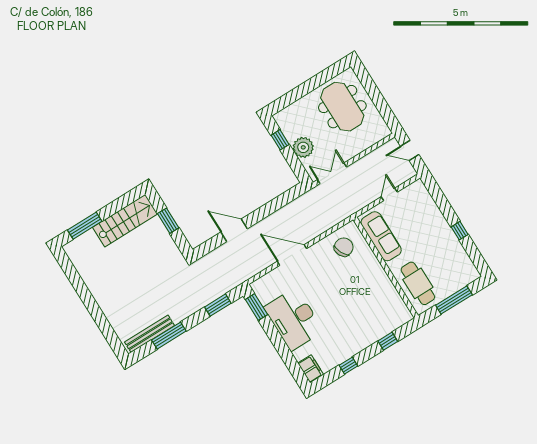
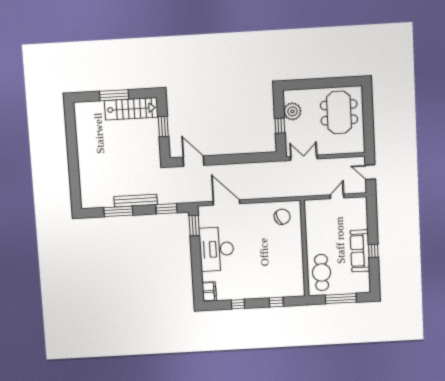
window: (280, 140) -> (280, 126), moved
plant: (303, 147) -> (292, 111), moved
window: (85, 226) -> (114, 95), moved
door: (234, 230) -> (193, 161), moved
sofa: (381, 236) -> (360, 251), moved, turned 180
door: (292, 255) -> (226, 203), moved
bench: (150, 334) -> (136, 201), moved

